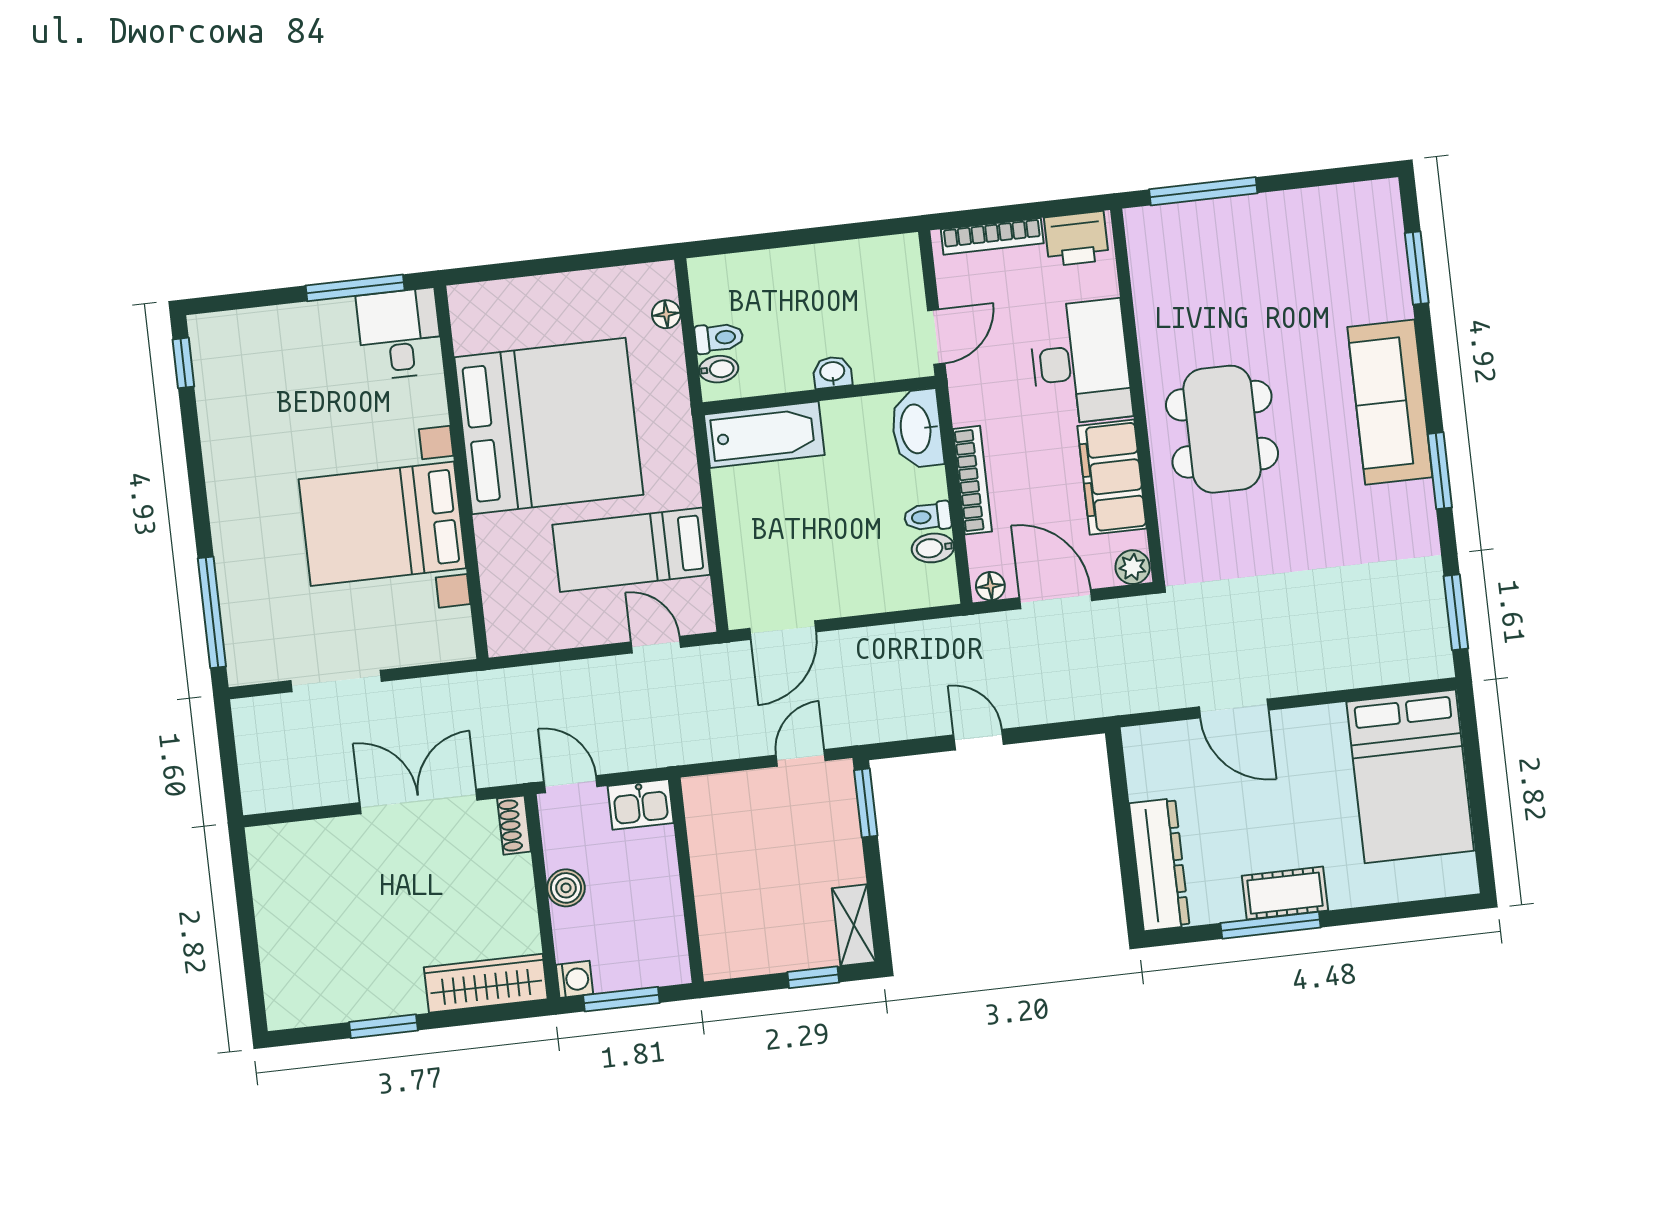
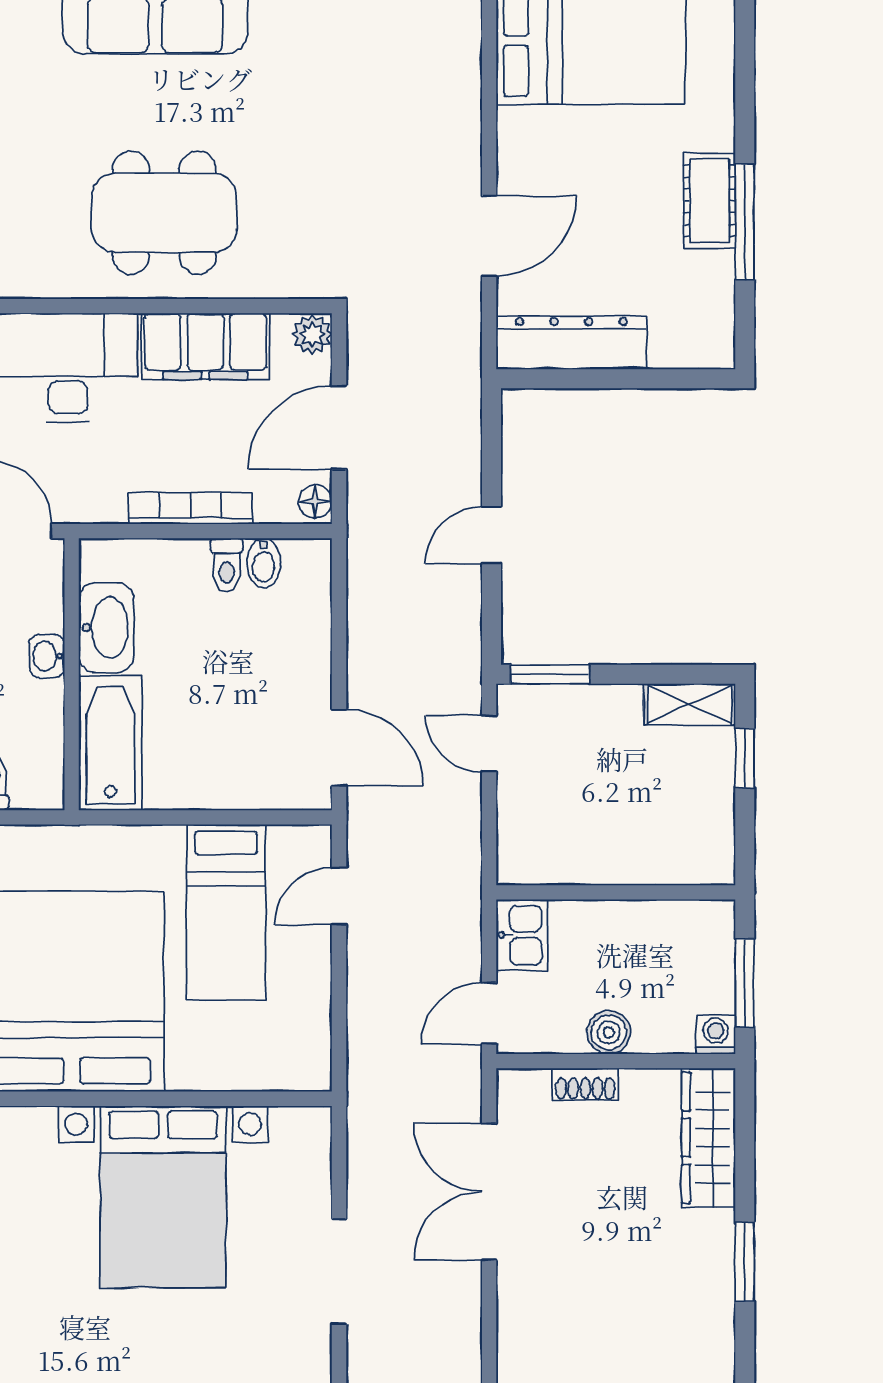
bidet: (719, 369) -> (28, 787), removed
washbasin: (917, 429) -> (106, 627), moved, turned -90
shoe rack: (514, 825) -> (585, 1084), moved
dresser: (1159, 865) -> (571, 343), moved

